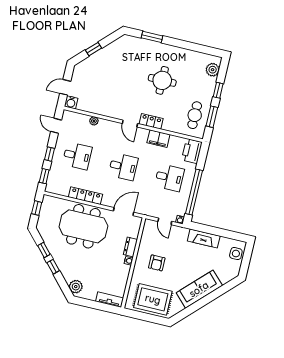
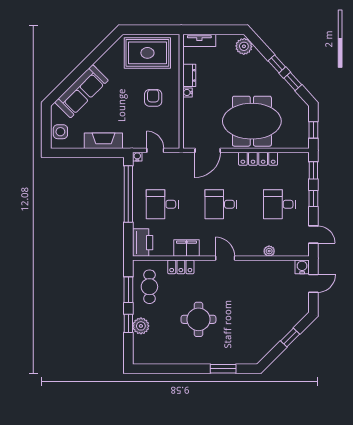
plant: (213, 70) -> (141, 326), moved
locker: (151, 121) -> (181, 267), moved
dresser: (130, 247) -> (189, 75), moved
sofa: (199, 289) -> (81, 91), moved

